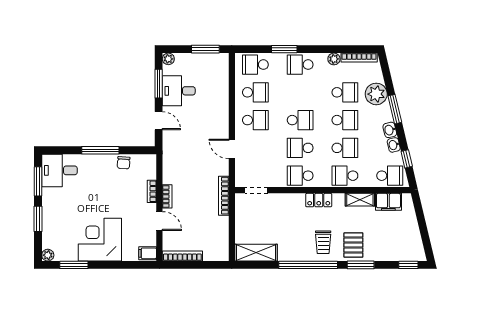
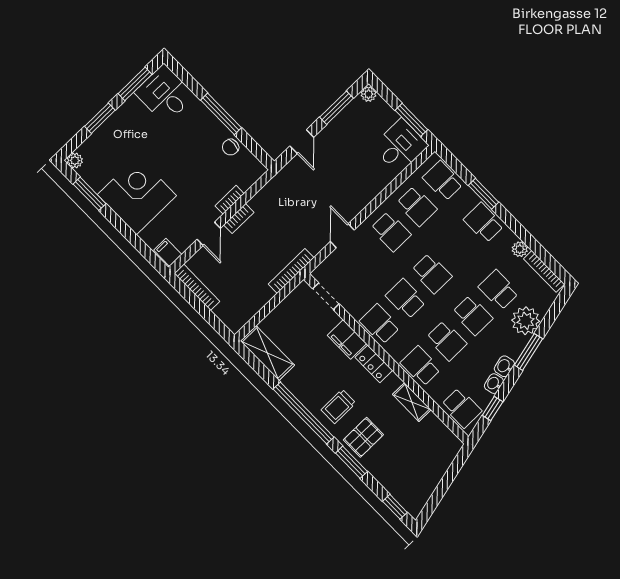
desk: (179, 91) -> (400, 146), moved, turned 90
school desk: (345, 92) -> (499, 290), turned 180
filing cabinet: (388, 202) -> (347, 340), moved

